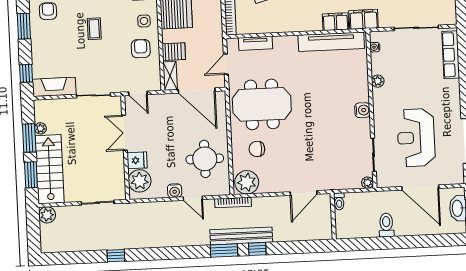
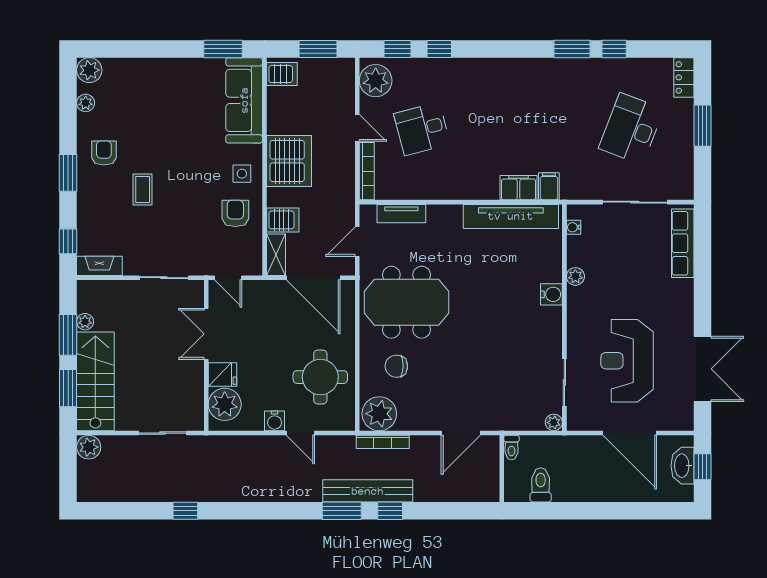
filing cabinet: (364, 19) -> (549, 186), width x0.50
coffee table: (94, 29) -> (143, 189), moved
fireplace: (54, 87) -> (99, 266), width x0.73, depth x0.76
water cooler: (362, 110) -> (551, 294), moved
bookcase: (233, 202) -> (383, 442), moved
toilet: (386, 225) -> (541, 485), moved

